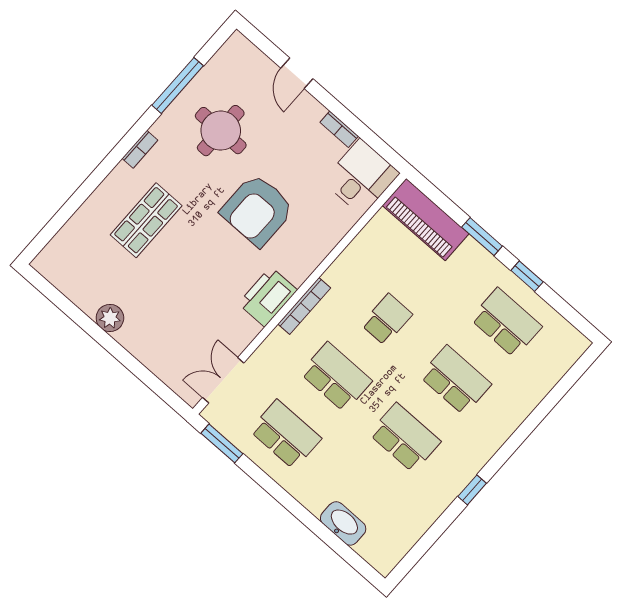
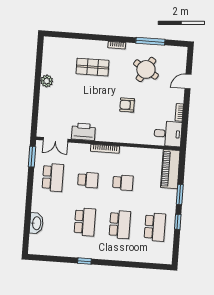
round table: (221, 131) -> (146, 69), turned 31
armchair: (257, 210) -> (127, 105), width x0.53, depth x0.53
printer: (268, 297) -> (83, 132), moved
school desk: (336, 377) -> (88, 180), width x0.54
double door: (223, 380) -> (55, 140), swing flipped

